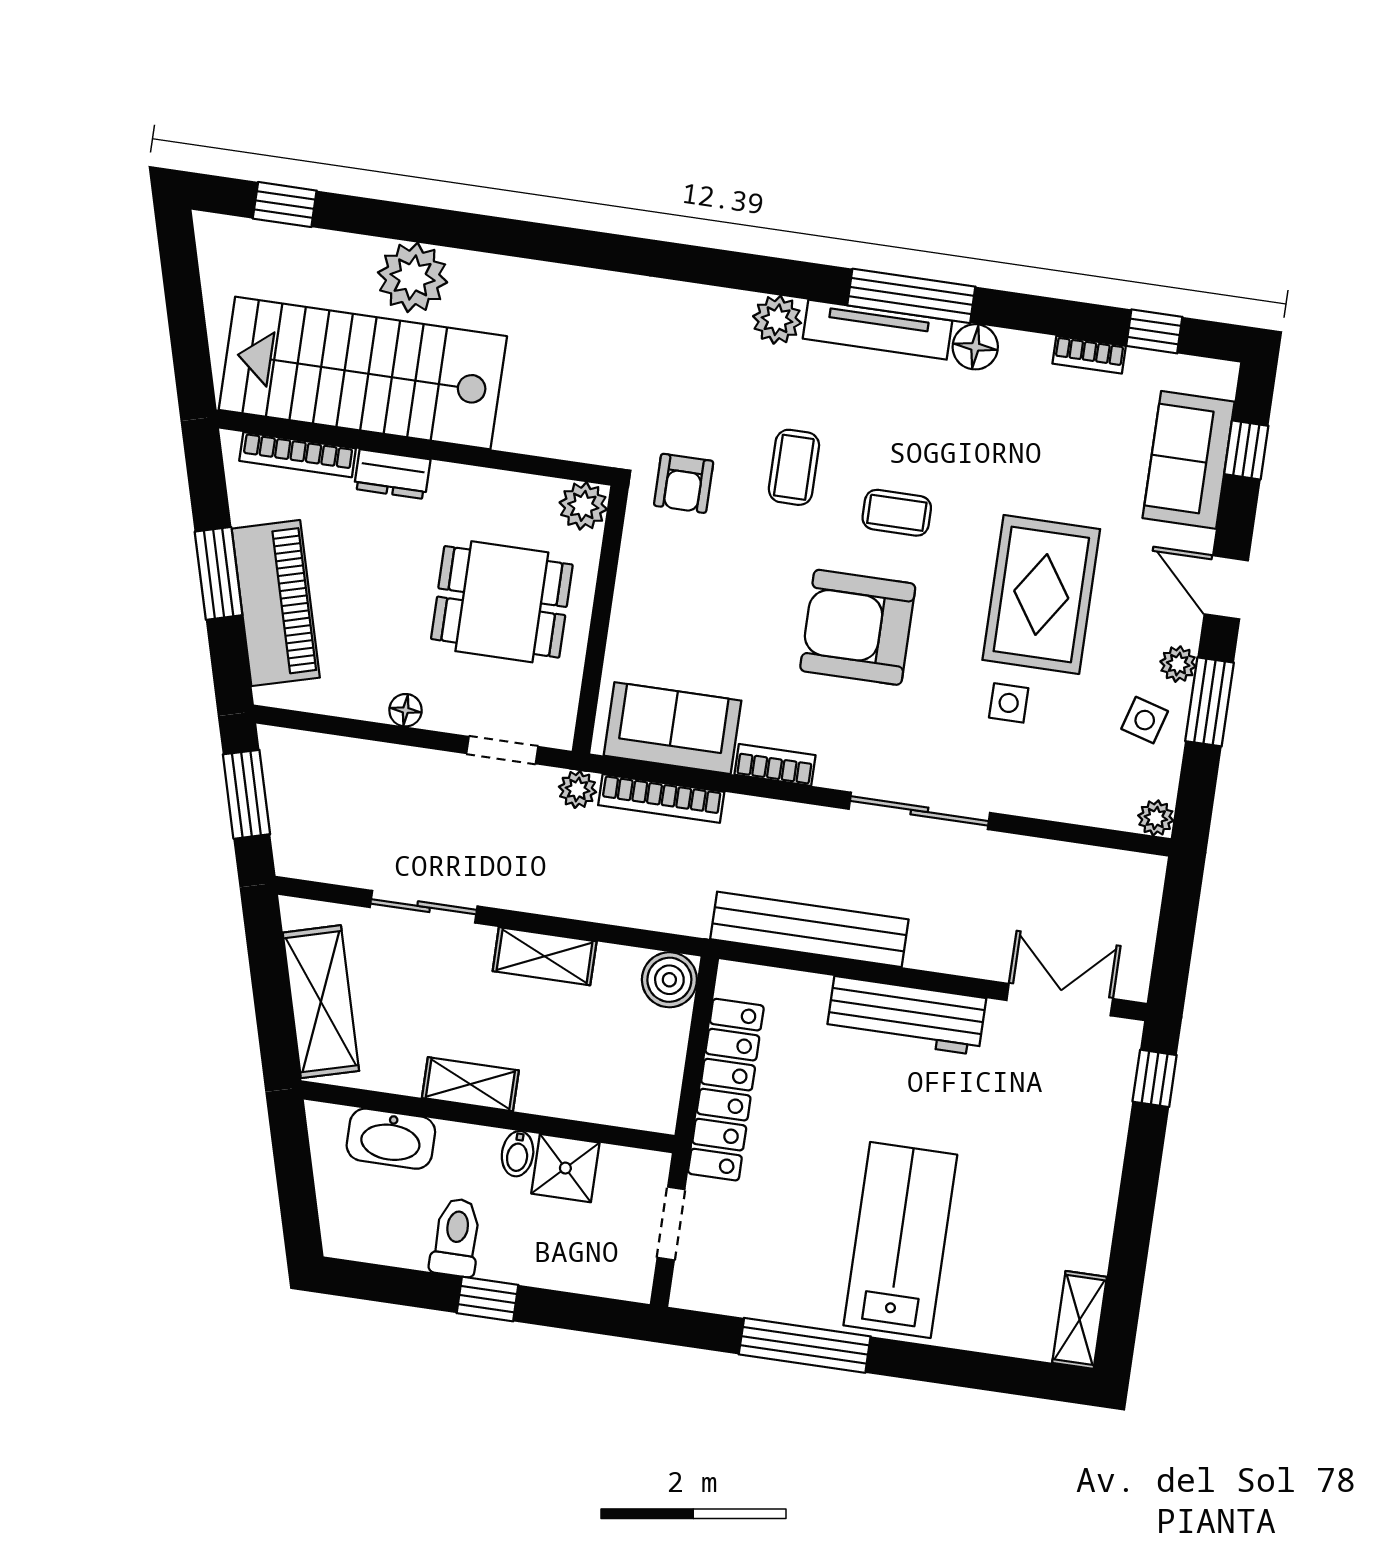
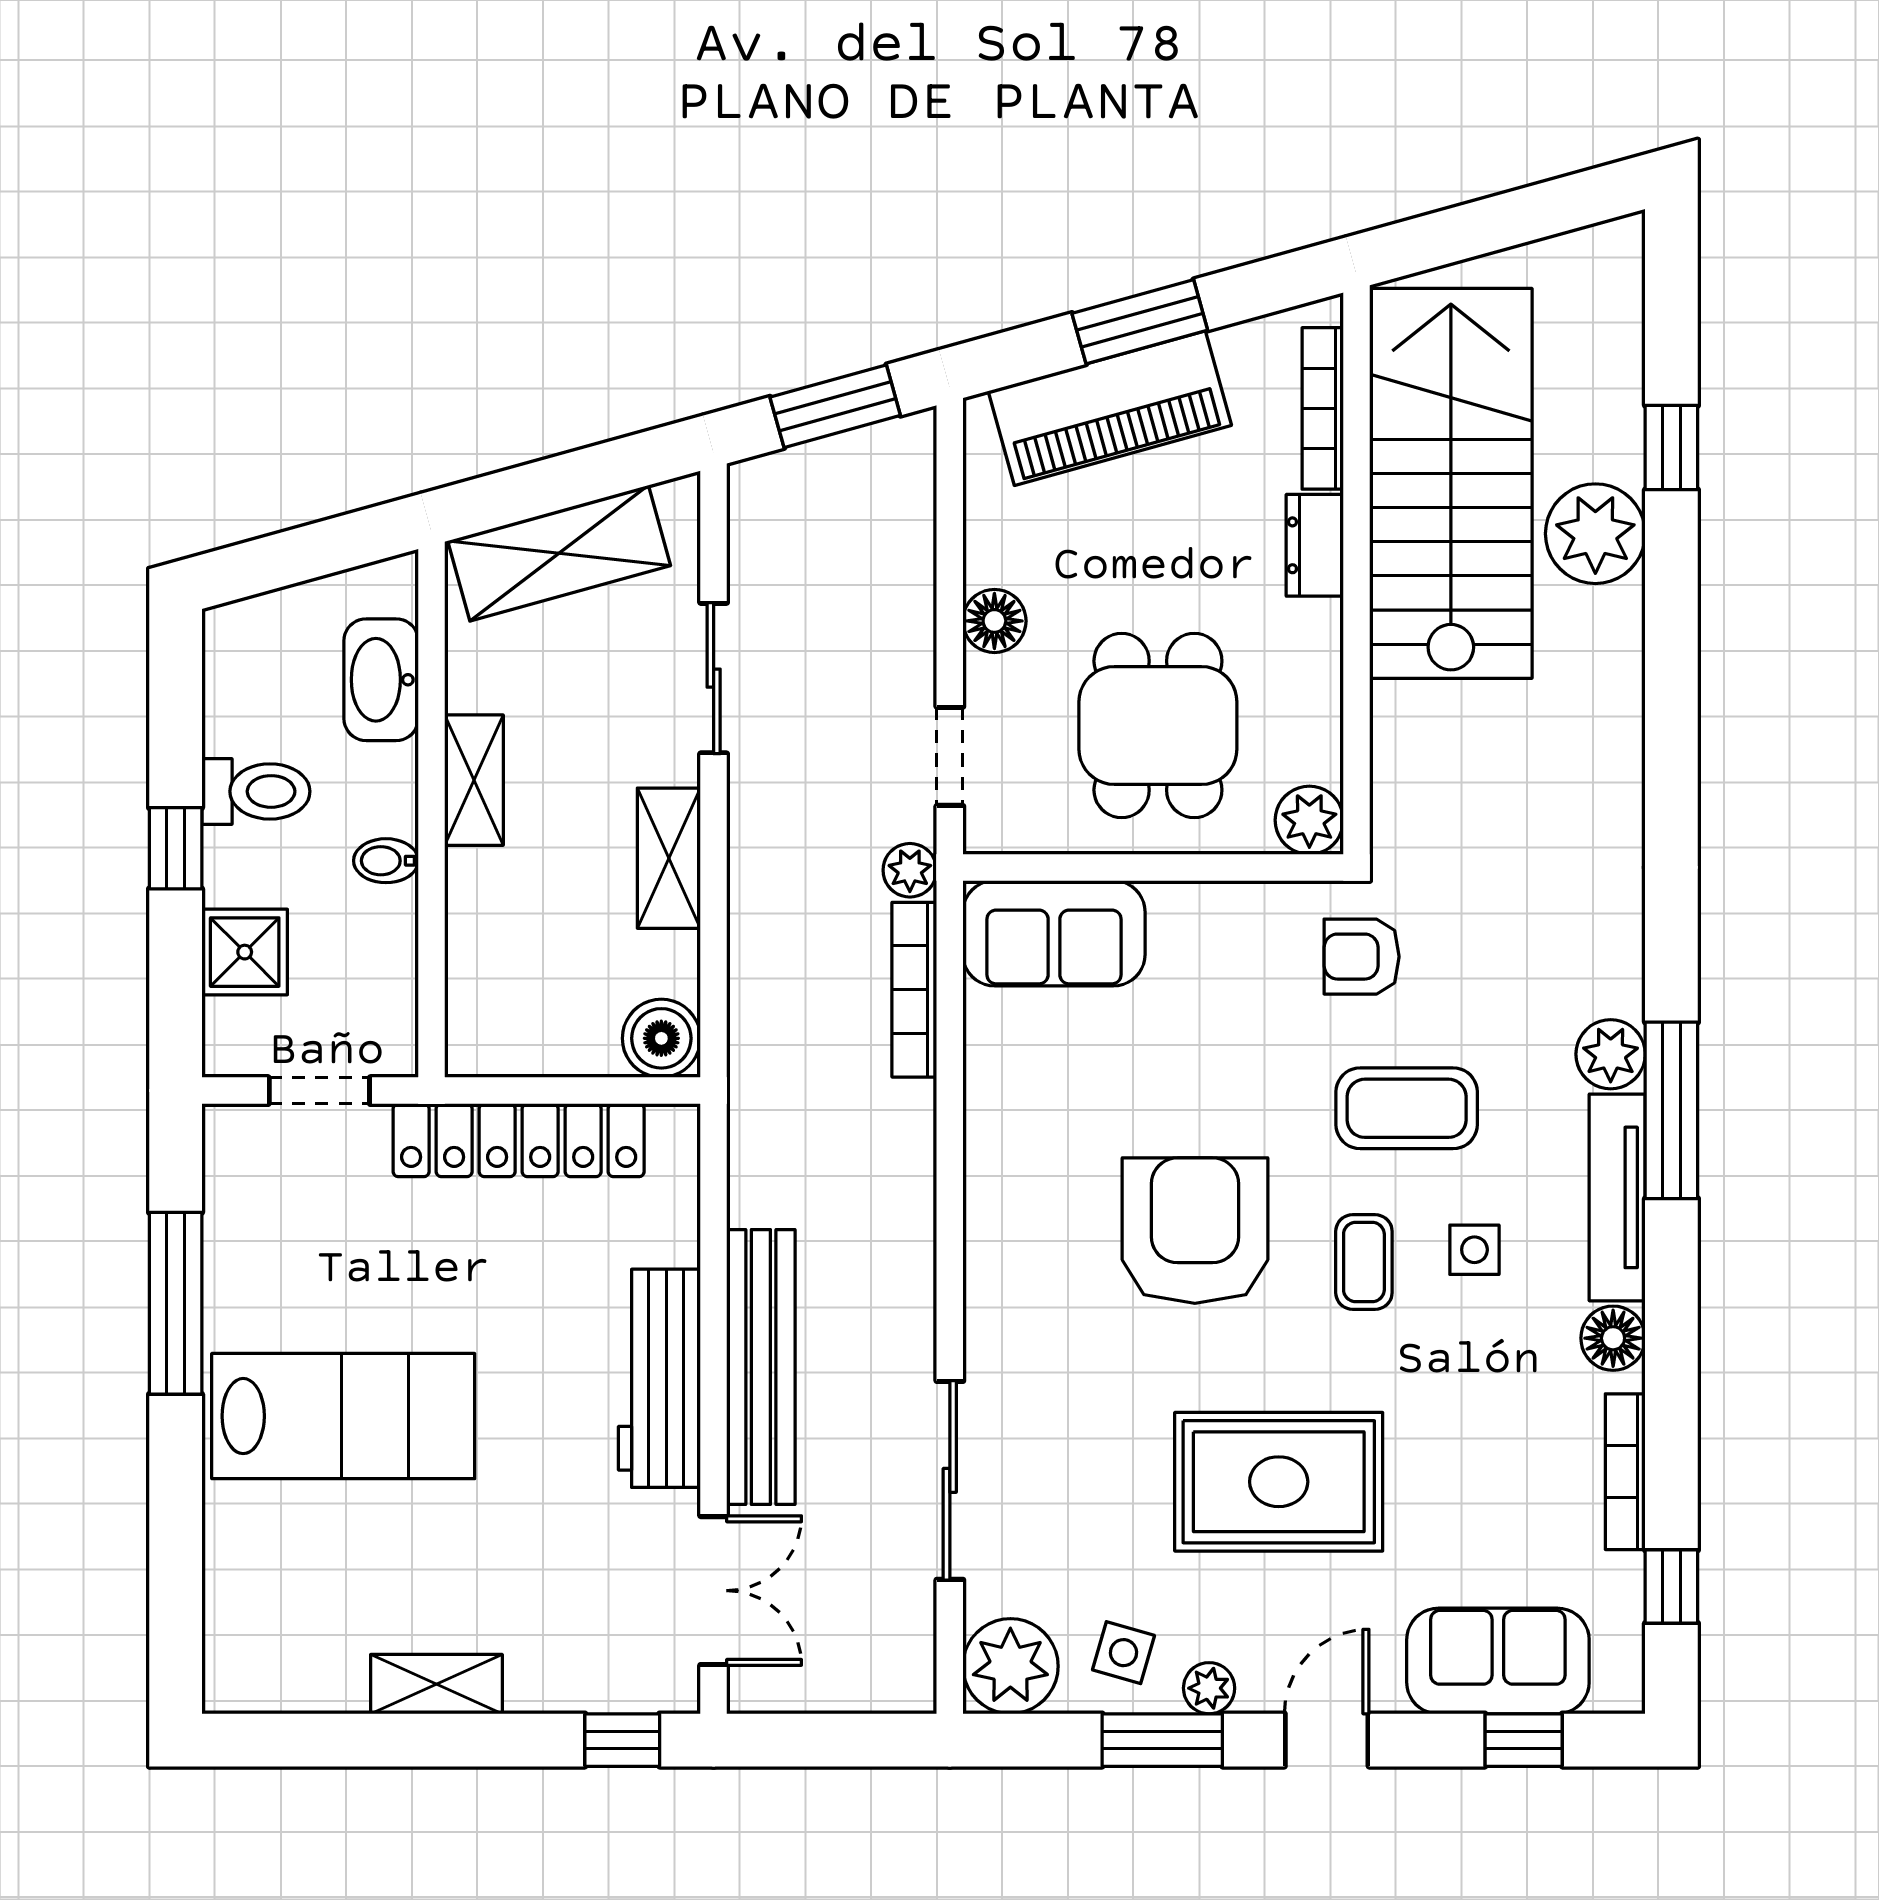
window: (285, 205) -> (1671, 448), moved
window: (911, 296) -> (1671, 1110), moved
bookcase: (1089, 355) -> (1625, 1472), width x1.56
coffee table: (794, 467) -> (1407, 1108), width x1.36, depth x1.30
side table: (1009, 703) -> (1474, 1250), moved
floor lamp: (406, 710) -> (994, 621), width x1.37, depth x1.37
sofa: (673, 728) -> (1054, 933), moved, turned 90
bookcase: (775, 765) -> (985, 1143), removed
sliding door: (919, 811) -> (950, 1480), moved
plant: (1156, 818) -> (1010, 1666), width x1.88, depth x1.88
bench: (809, 929) -> (761, 1367), moved
shower: (565, 1168) -> (245, 952), moved
shelving: (1080, 1320) -> (436, 1684), moved

